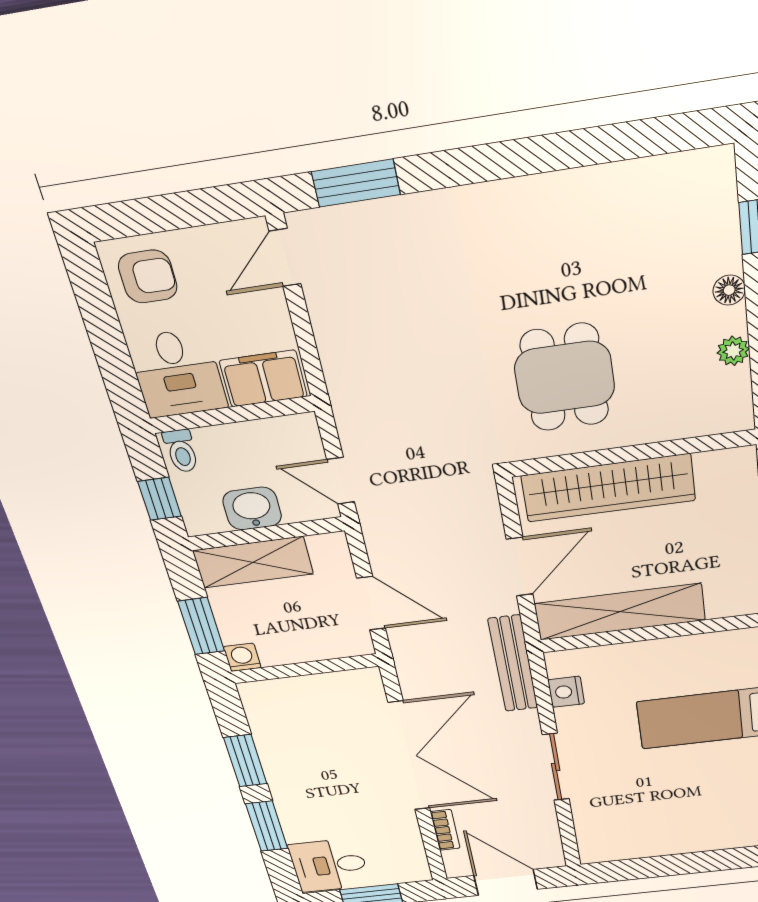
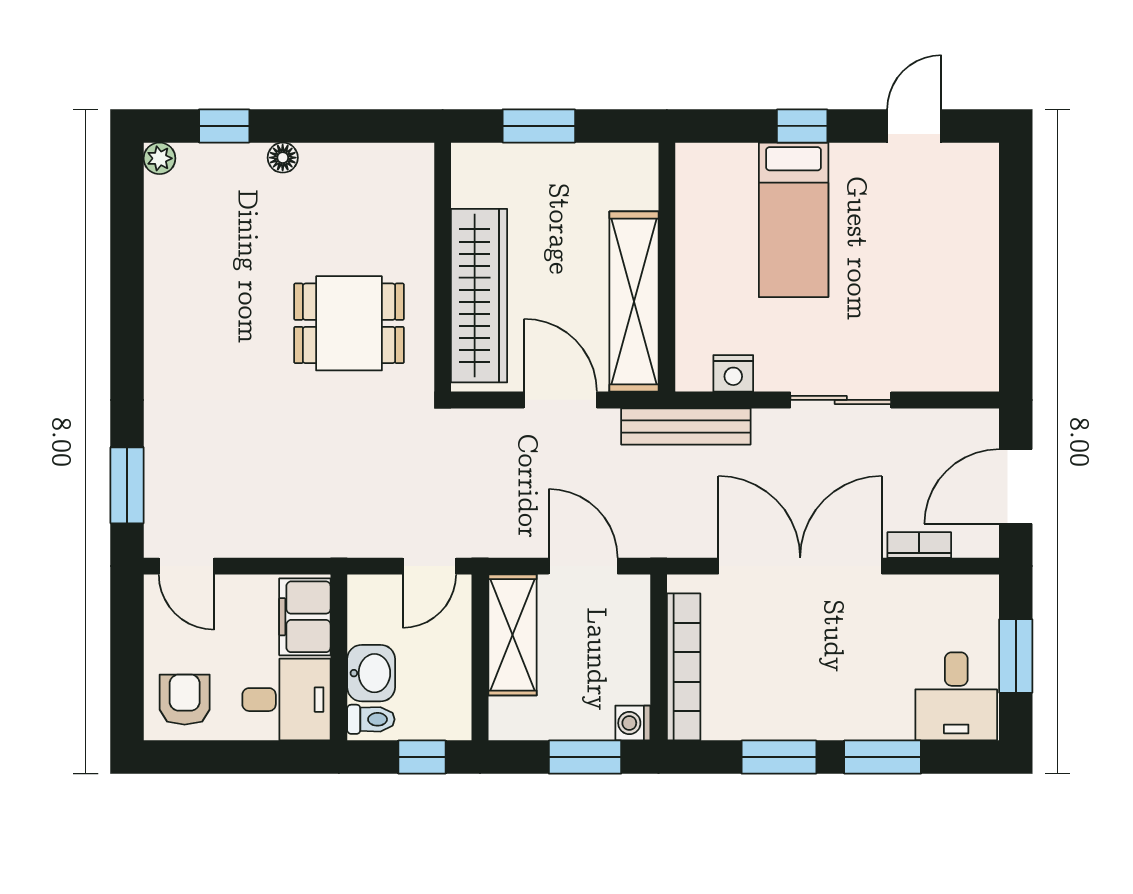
plant: (733, 351) -> (160, 158), moved
washbasin: (252, 509) -> (371, 673), moved, turned 180
shelving: (253, 562) -> (513, 635), moved
door: (371, 603) -> (583, 566), hinge flipped
bookcase: (302, 687) -> (684, 667), added

